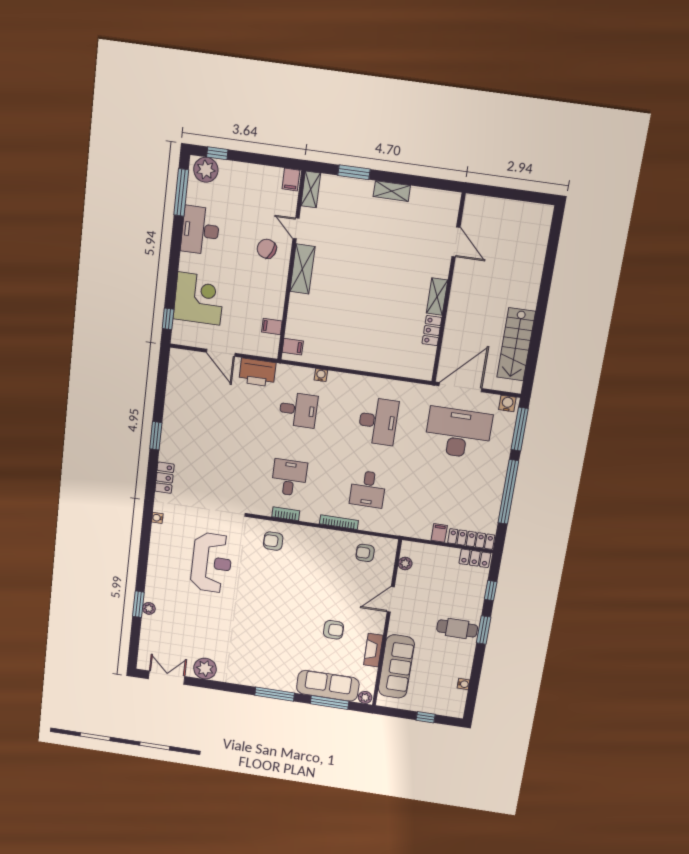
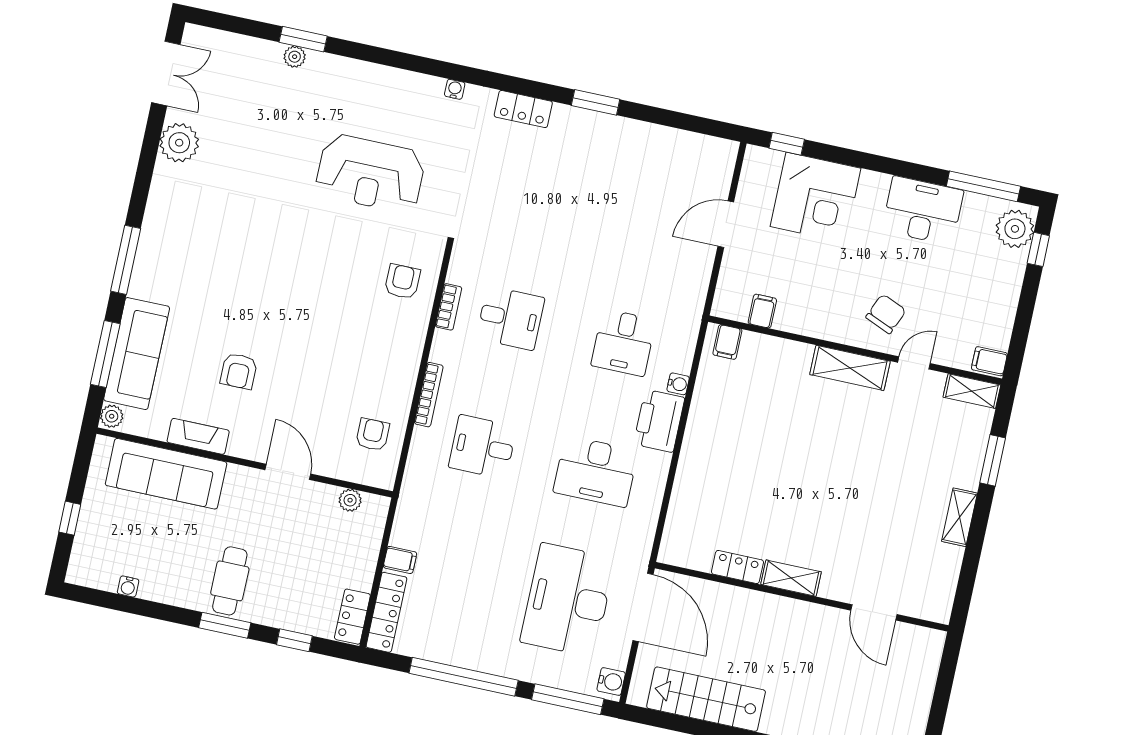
door: (456, 242) -> (874, 612), hinge flipped
printer: (257, 372) -> (659, 421), moved
desk: (458, 433) -> (568, 600), turned 180

